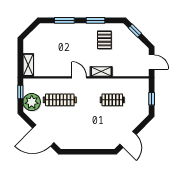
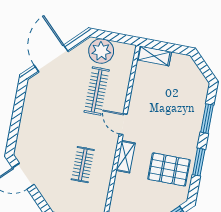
pallet: (104, 40) -> (169, 169), width x1.50, depth x1.42
door: (79, 77) -> (123, 124), swing flipped
window: (20, 92) -> (118, 38), removed

